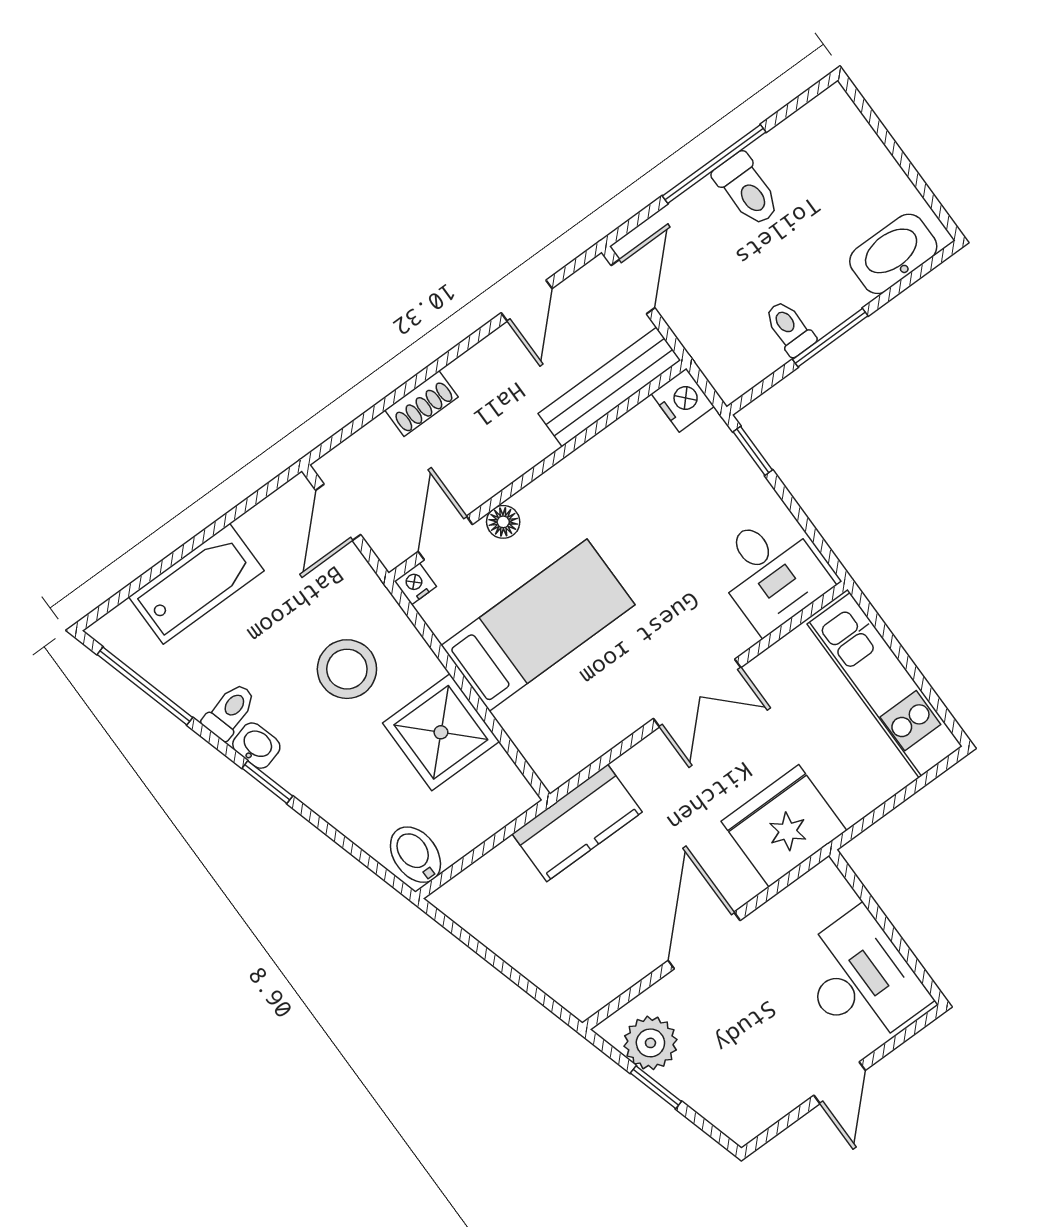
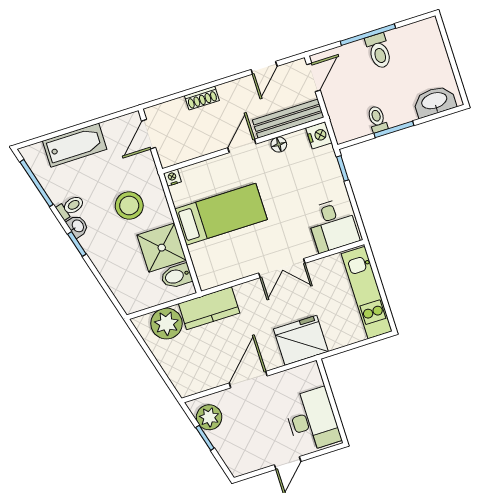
floor lamp: (503, 522) -> (279, 144), moved
door: (445, 538) -> (242, 146), moved
bidet: (415, 855) -> (176, 276), moved, turned -90
plant: (502, 882) -> (167, 324), added

